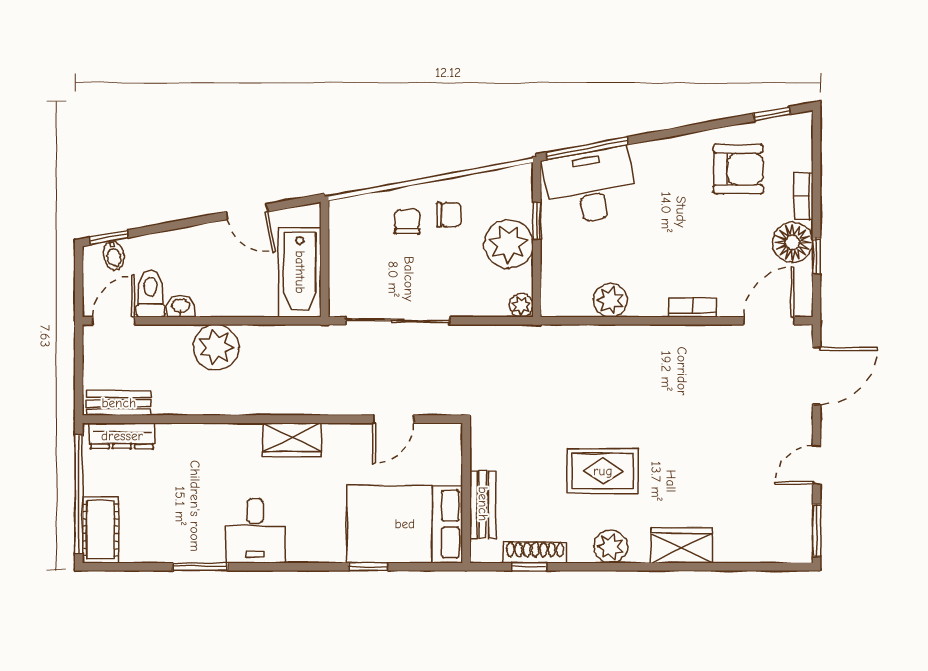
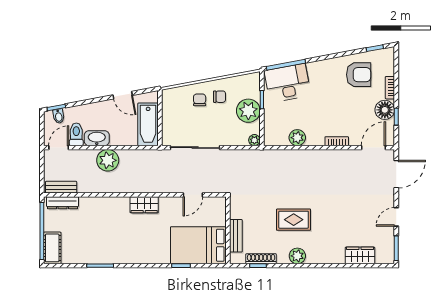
washbasin: (181, 306) -> (97, 138), width x1.91, depth x1.45
desk: (255, 531) -> (127, 248), removed
wardrobe: (682, 545) -> (360, 255), moved

